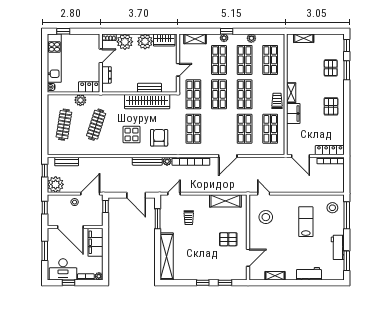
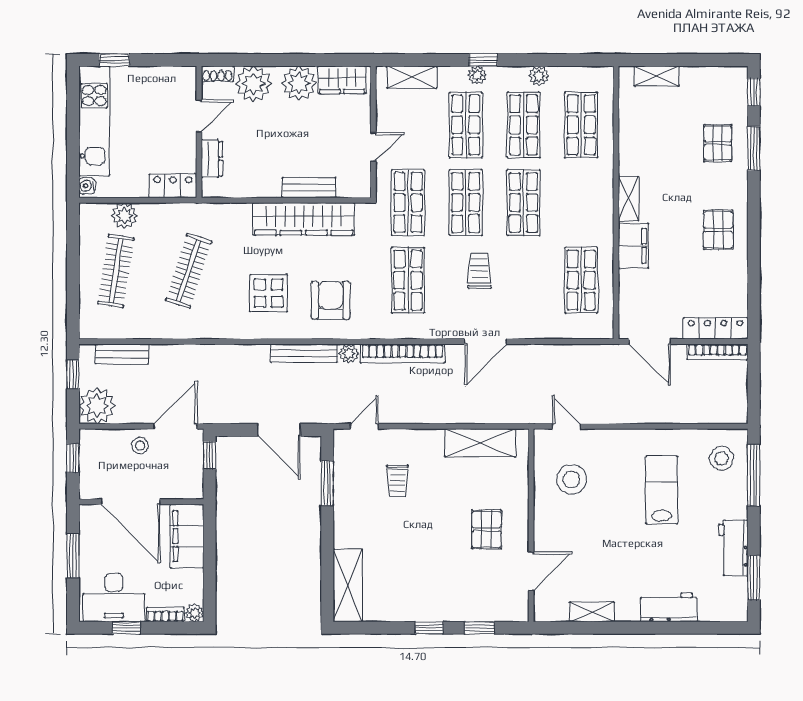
plant: (80, 100) -> (124, 216), moved
trolley: (277, 101) -> (479, 271), moved
shop shelf: (245, 129) -> (523, 280), removed
pallet: (228, 239) -> (487, 529), turned 90
shelving: (167, 257) -> (348, 585), width x0.68

